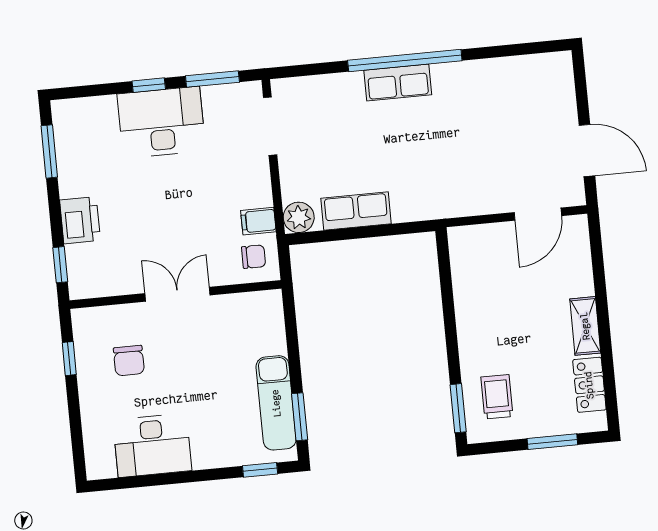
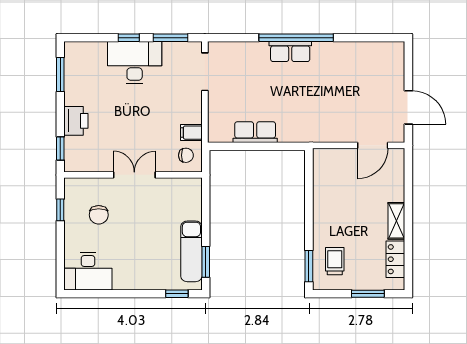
plant: (299, 217) -> (218, 133), removed
desk: (152, 445) -> (88, 271), moved

